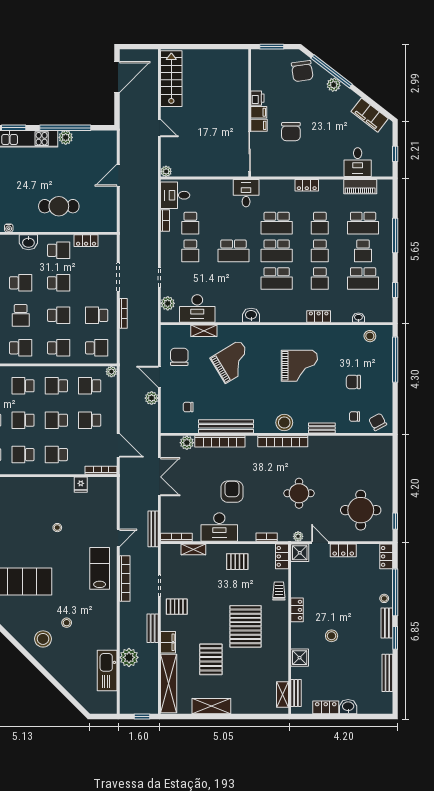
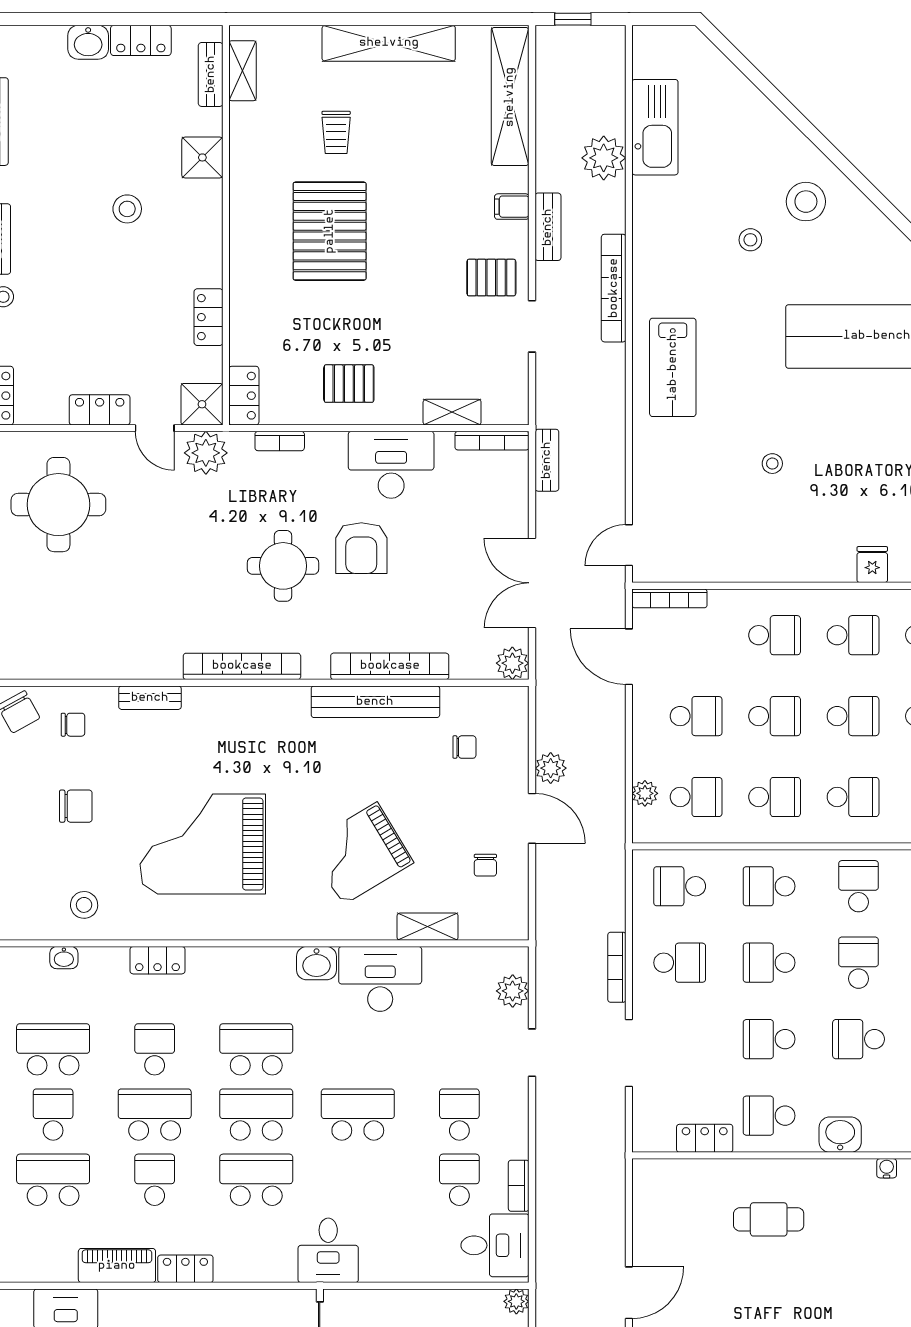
piano: (360, 187) -> (117, 1266), moved
cafe table: (59, 206) -> (769, 1219), width x0.73, depth x0.74
school desk: (320, 251) -> (155, 1115), width x1.85
desk: (197, 308) -> (380, 979), moved
stool: (370, 336) -> (84, 905), moved
school desk: (21, 348) -> (859, 886), turned 90
chair: (179, 357) -> (485, 865), width x0.54, depth x0.54
grand piano: (299, 366) -> (203, 844), width x1.37, depth x1.48
plant: (111, 372) -> (645, 793), moved
stool: (284, 423) -> (238, 711), removed
plant: (187, 443) -> (512, 663), moved
fridge: (81, 485) -> (872, 565), moved
round table: (299, 493) -> (283, 566), moved
bench: (153, 529) -> (547, 460), width x0.73
plant: (298, 536) -> (206, 453), width x1.88, depth x1.88
door: (118, 538) -> (629, 545), moved
bookcase: (125, 579) -> (614, 288), moved
trolley: (279, 591) -> (336, 132), moved
locker: (297, 610) -> (209, 317), moved
filing cabinet: (168, 642) -> (512, 207), width x0.50
pallet: (211, 659) -> (411, 154), removed
shelving: (211, 706) -> (389, 43), width x1.47

